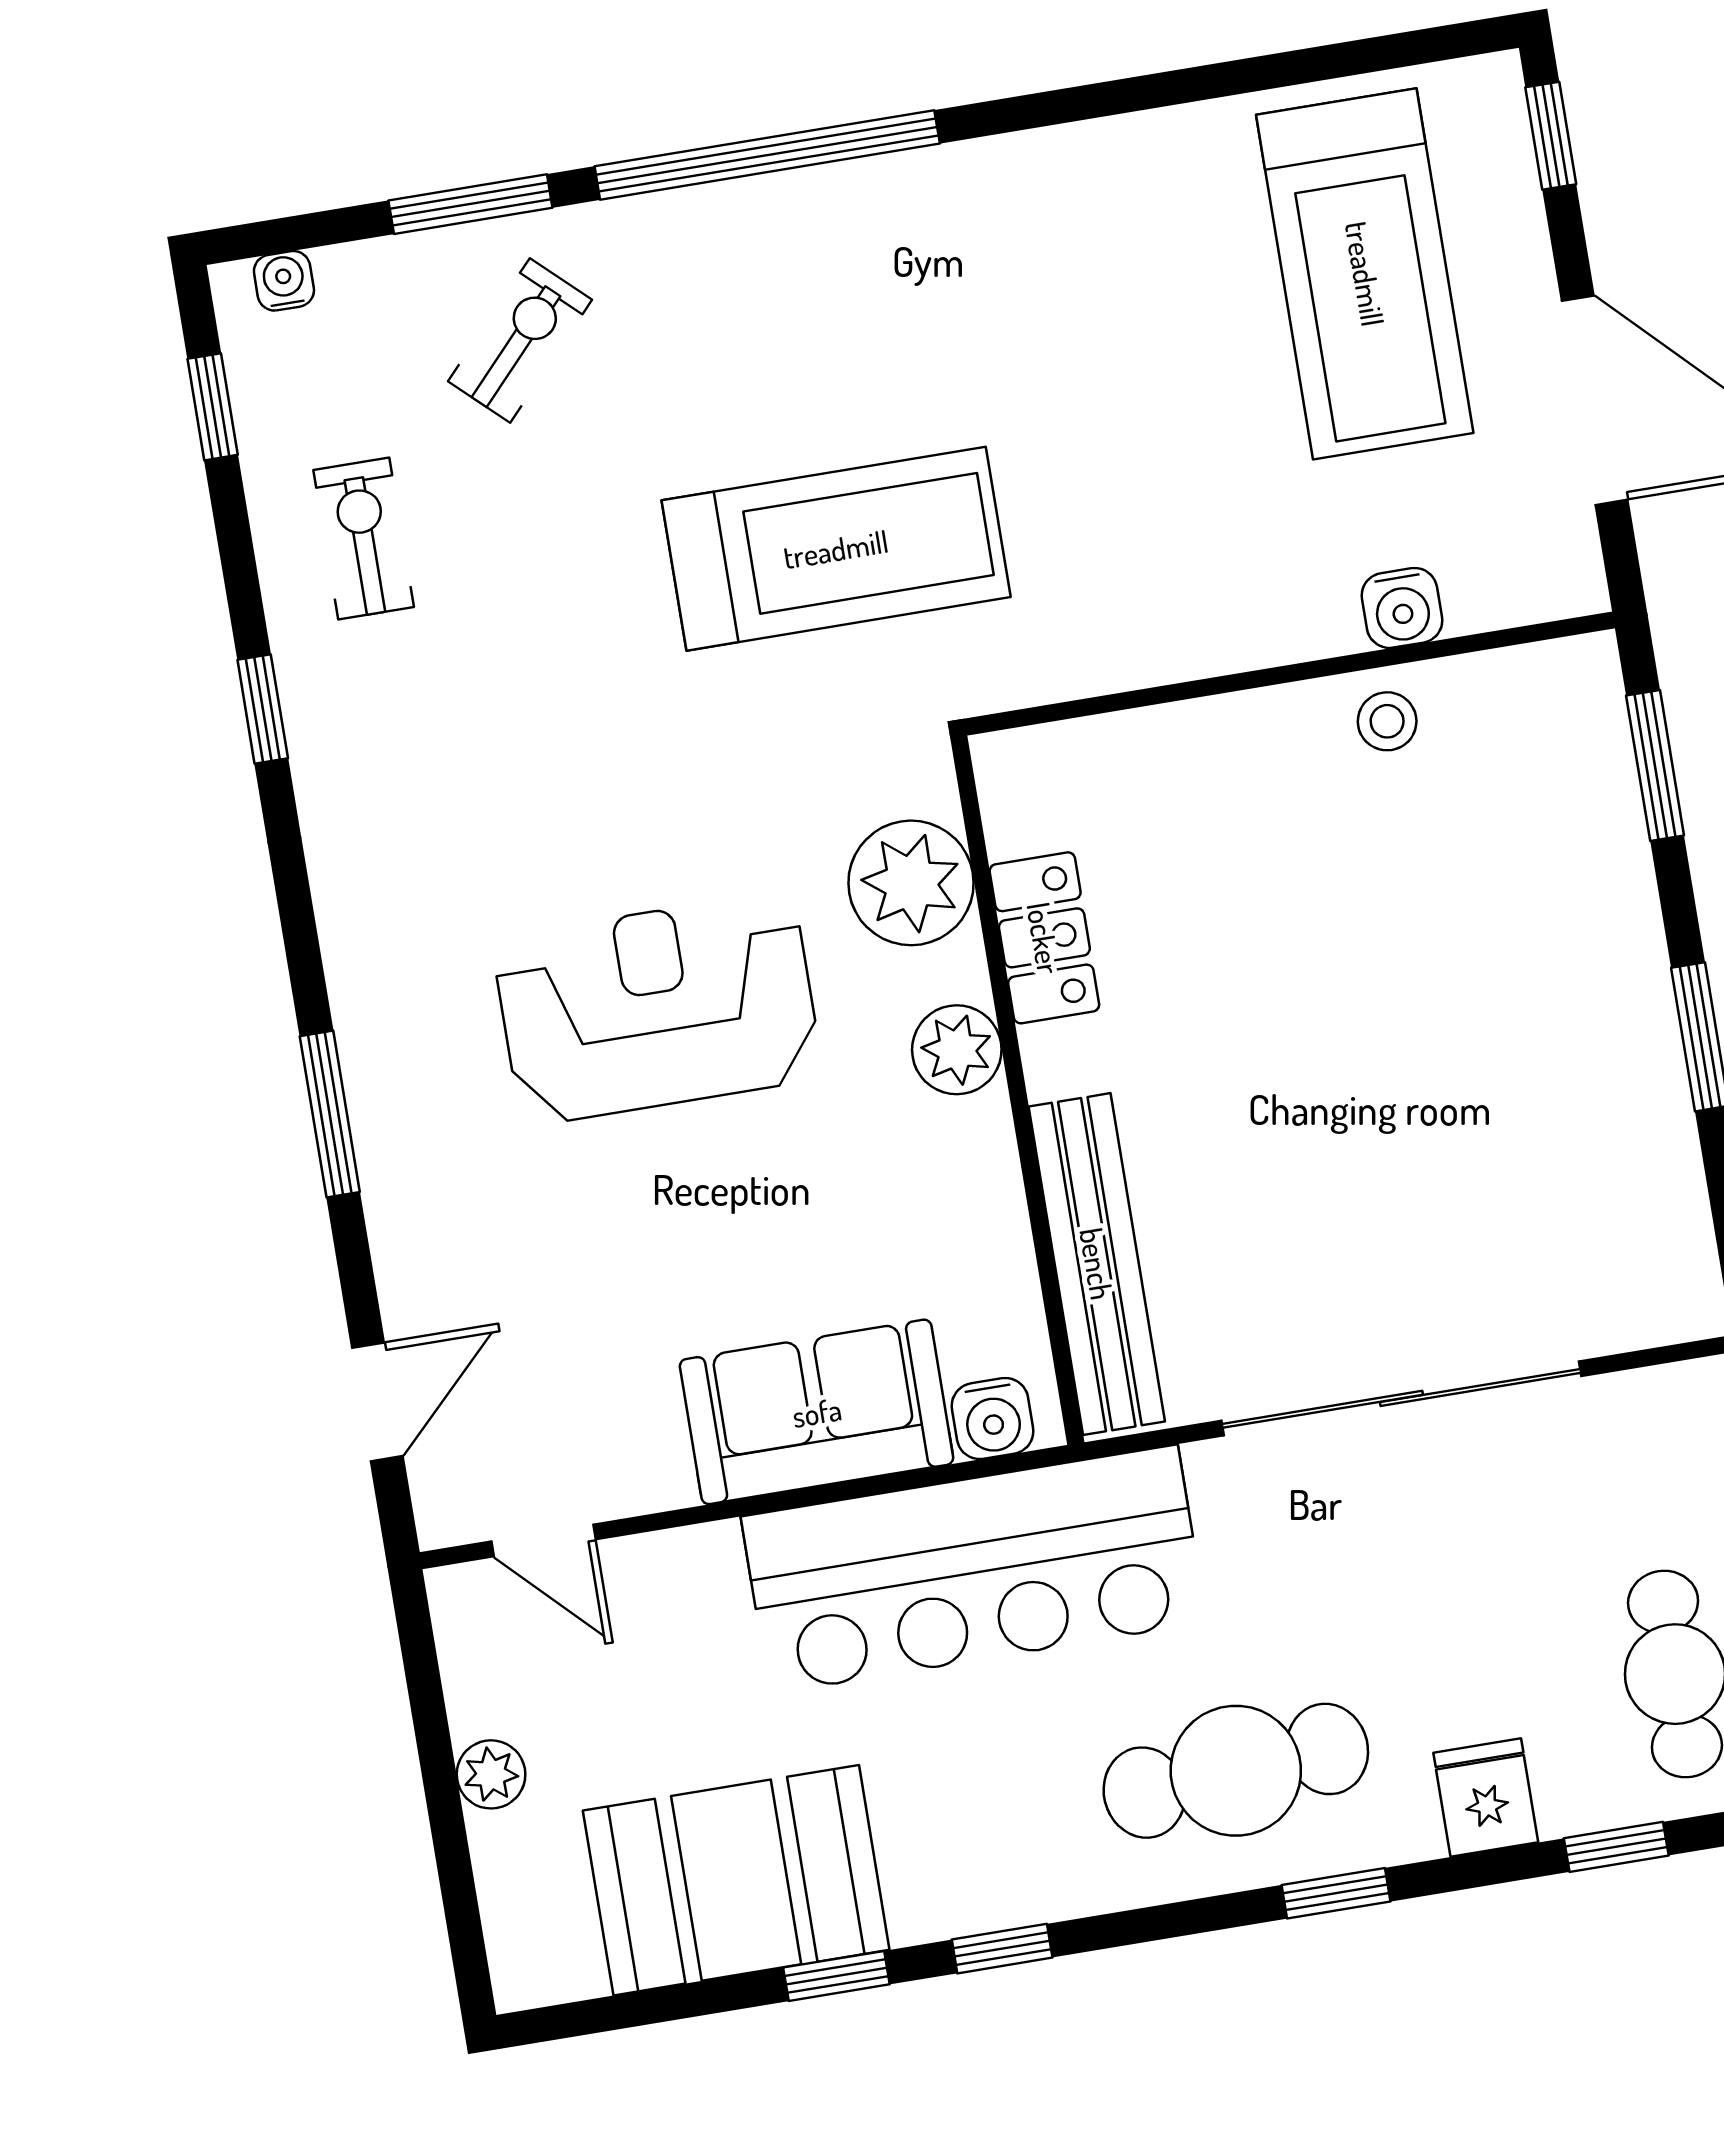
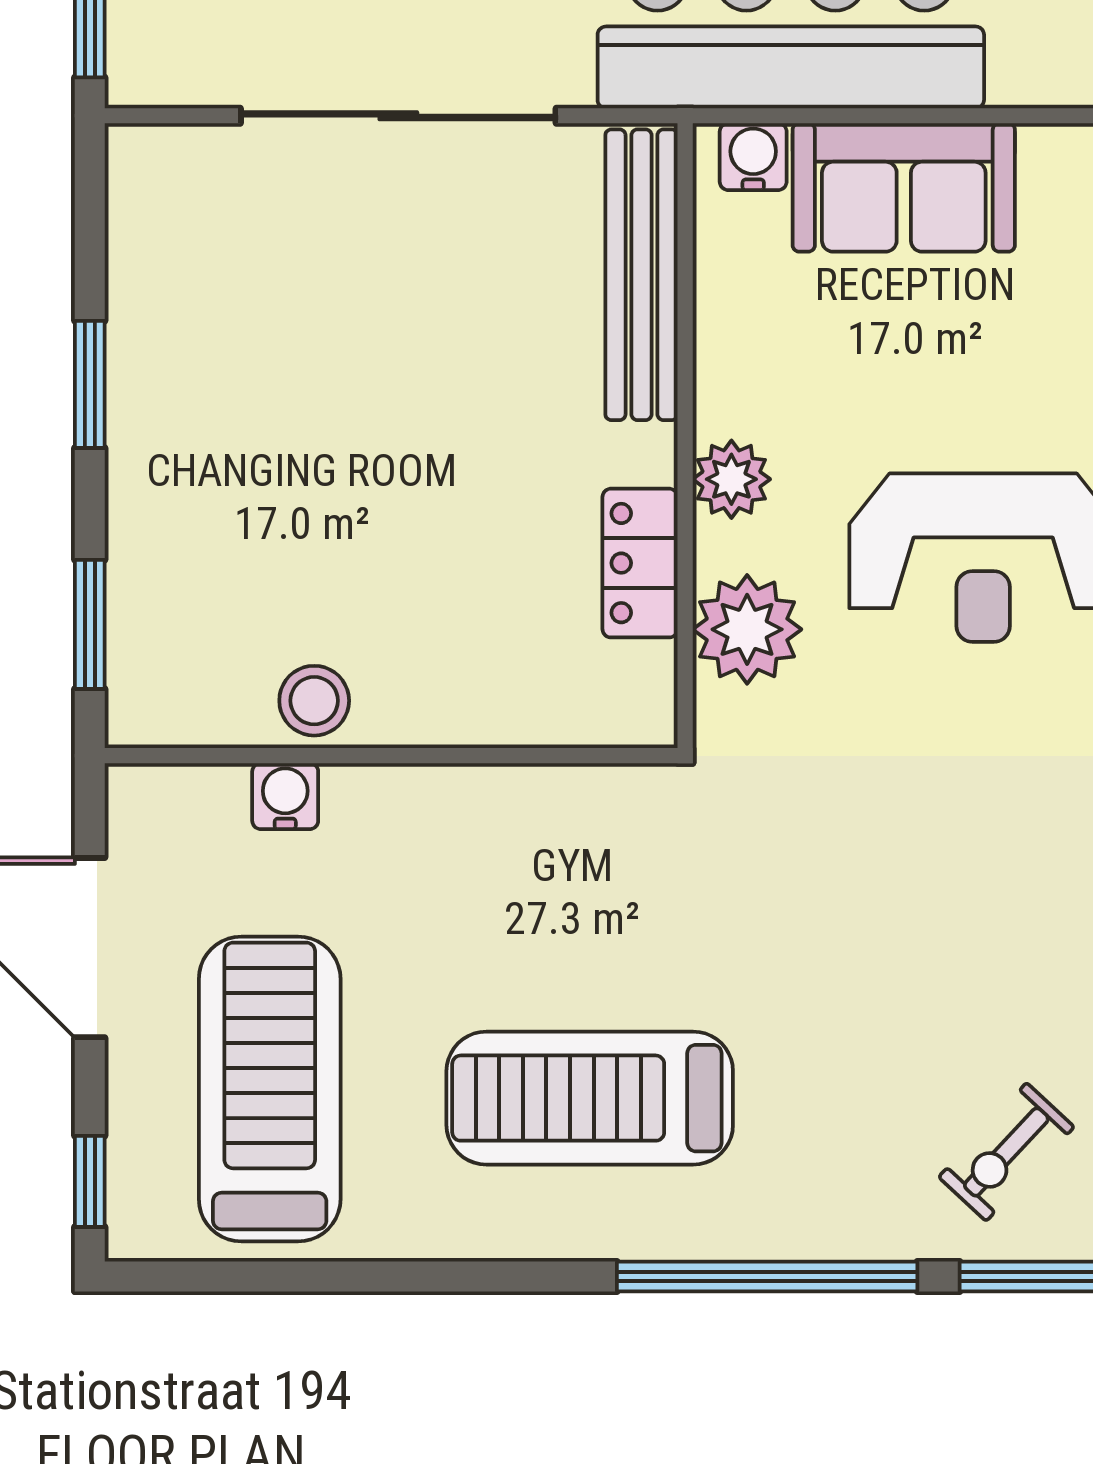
treadmill: (836, 549) -> (590, 1098), moved
stool: (1387, 721) -> (314, 701), width x1.37, depth x1.37

